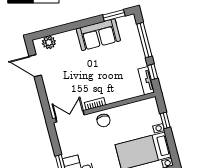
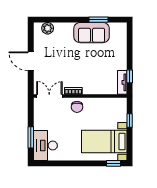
window: (114, 15) -> (99, 20), moved
window: (144, 40) -> (130, 47), removed
door: (35, 66) -> (31, 61), moved

